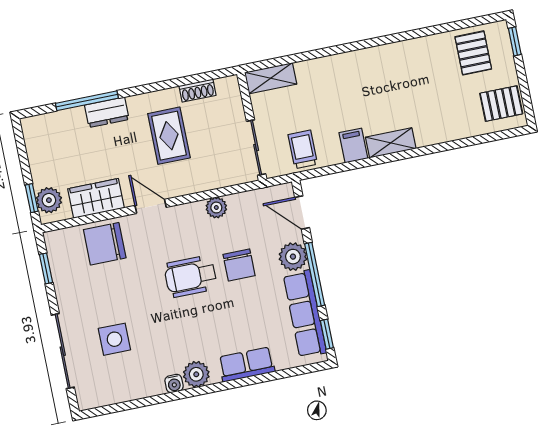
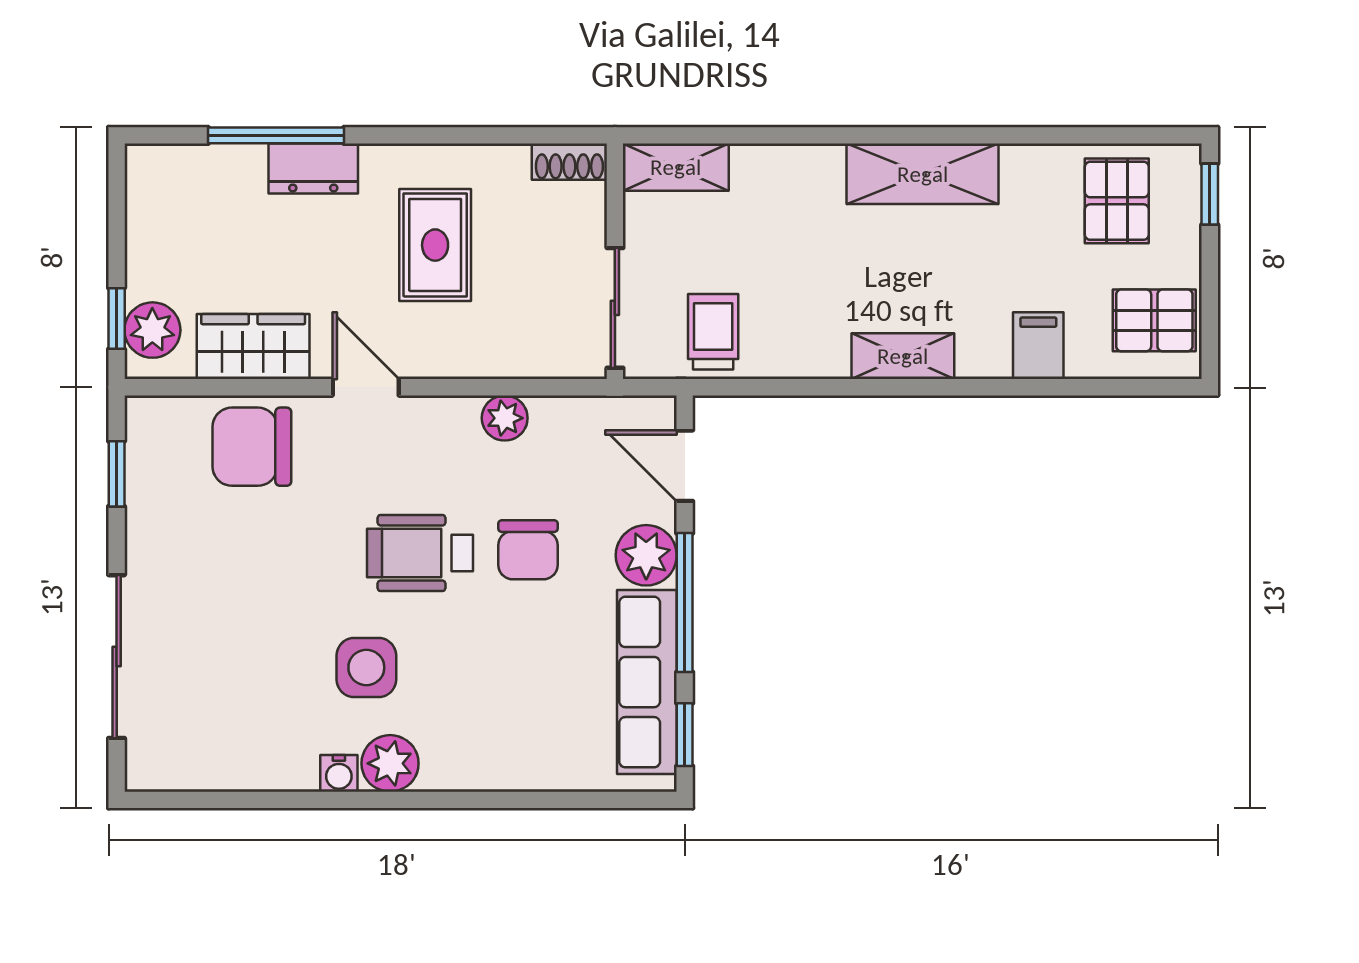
shelving: (383, 59) -> (923, 174), added
shoe rack: (197, 91) -> (569, 162), moved
filing cabinet: (353, 146) -> (1038, 346), moved
side table: (114, 339) -> (366, 668), moved
row of seats: (247, 364) -> (501, 764), removed

